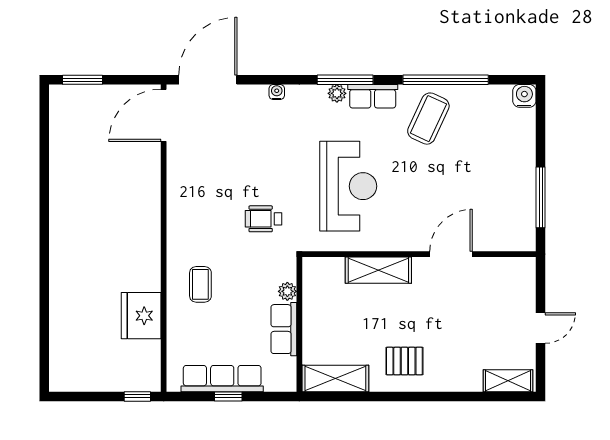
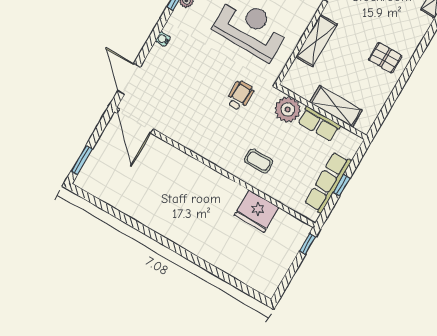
door: (208, 80) -> (129, 79), width x0.73
wheelchair: (264, 219) -> (240, 95), turned 180
plant: (287, 291) -> (288, 109), width x1.88, depth x1.88
pallet: (404, 361) -> (385, 58), turned 90
shelving: (335, 379) -> (336, 106), moved, turned 90

